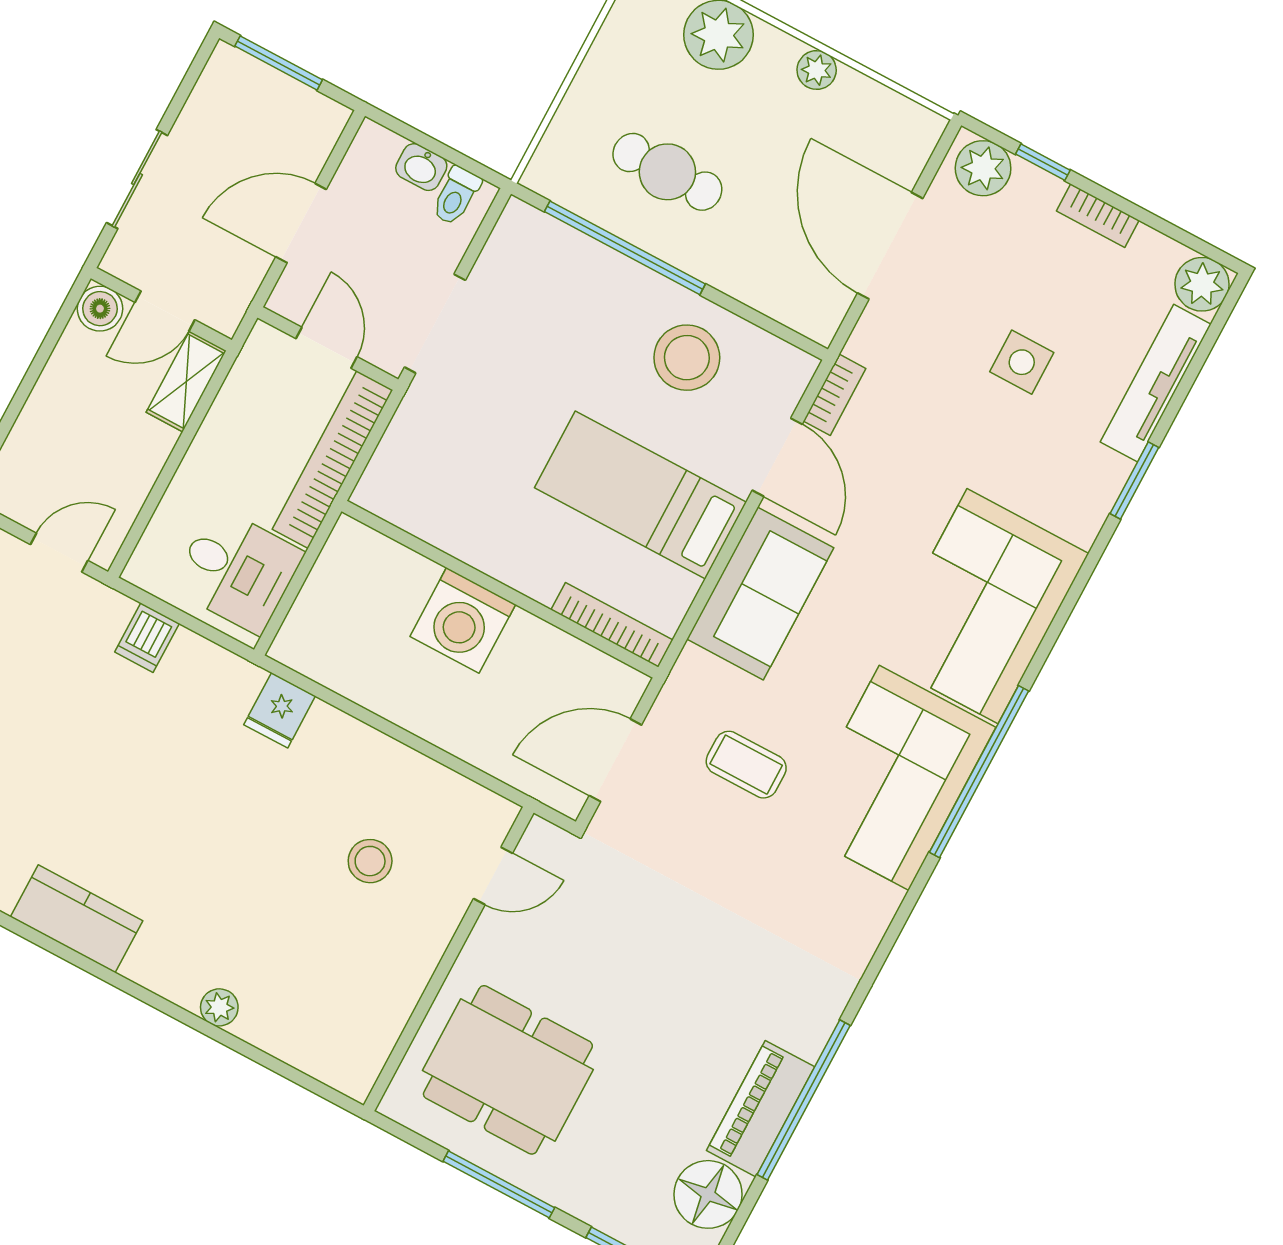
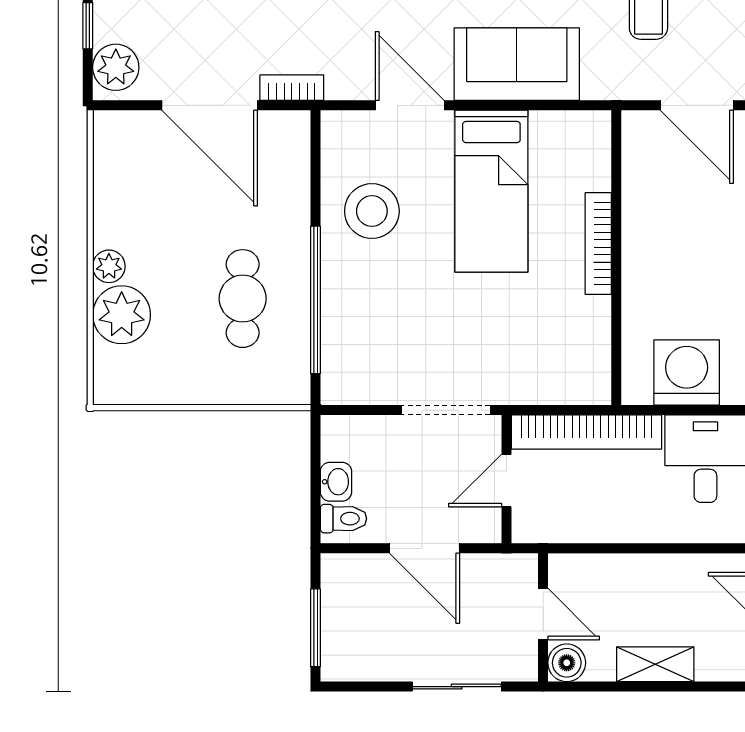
plant: (817, 70) -> (109, 266), moved
toilet: (456, 196) -> (343, 519), moved
door: (890, 246) -> (209, 105), hinge flipped
shelving: (186, 382) -> (655, 664), moved
bookcase: (835, 395) -> (292, 88), moved
door: (777, 457) -> (410, 105), hinge flipped
washing machine: (463, 620) -> (687, 373), moved, turned -90
bookcase: (612, 625) -> (598, 243), moved

